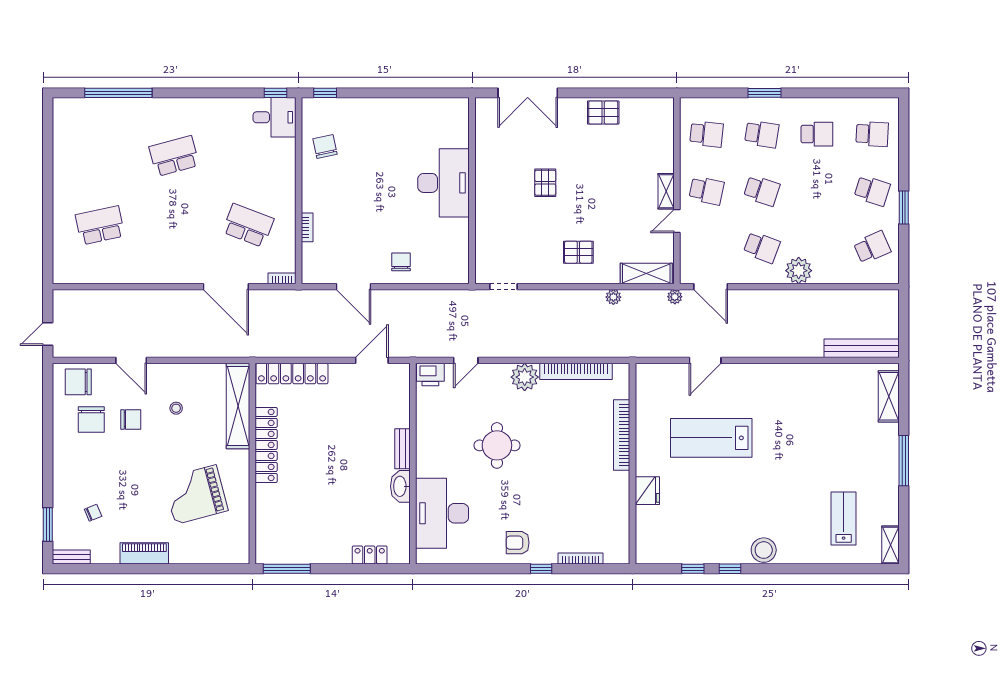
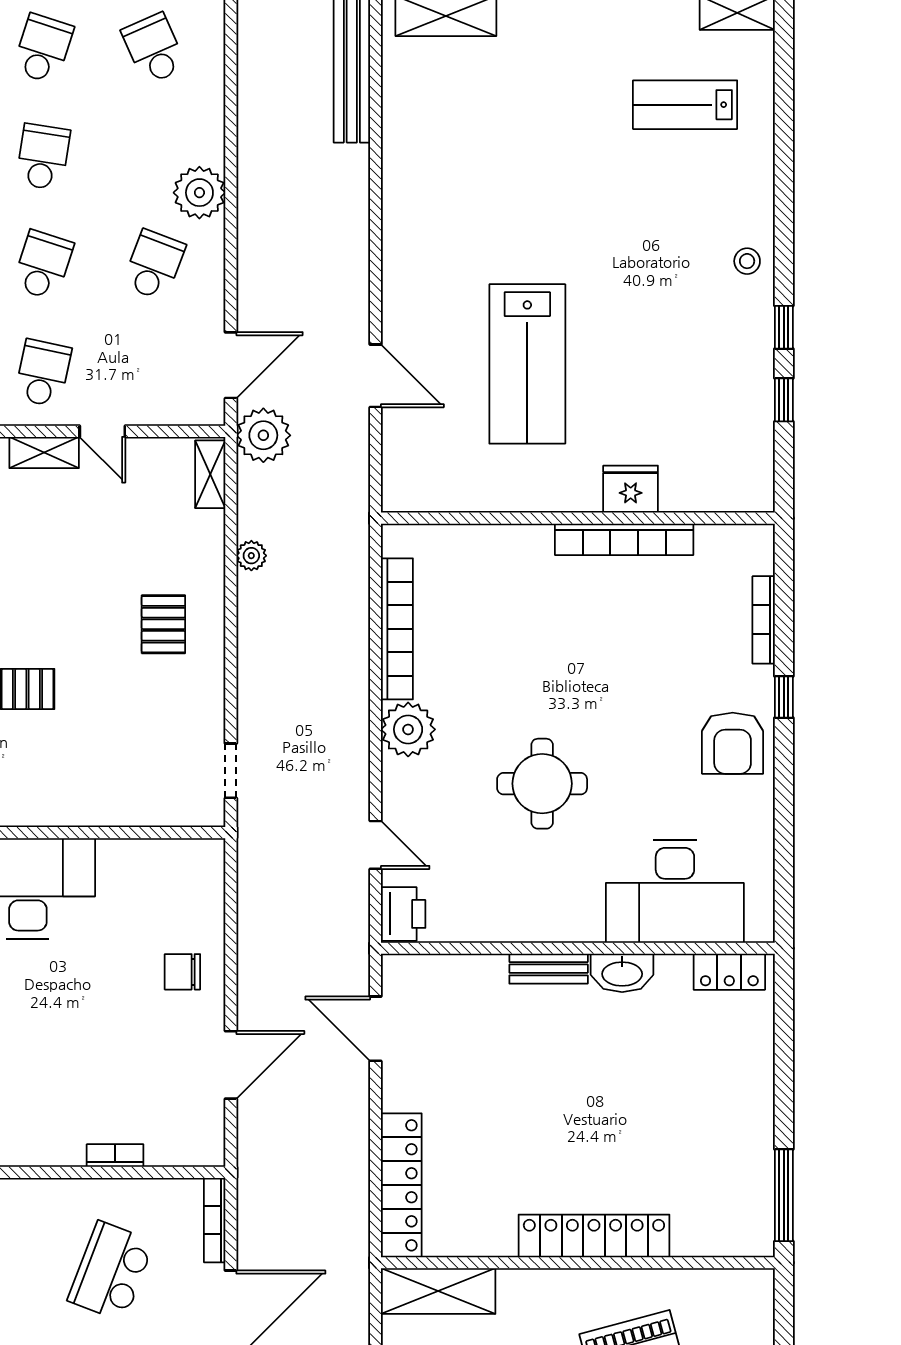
school desk: (817, 191) -> (43, 157), added
shelving: (646, 273) -> (210, 474), width x0.67, depth x0.75
bookcase: (282, 278) -> (215, 1220), width x1.56
plant: (675, 297) -> (263, 435), width x1.88, depth x1.88
shelving: (238, 406) -> (438, 1291), width x0.68
bookcase: (622, 435) -> (624, 539), moved
locker: (266, 445) -> (594, 1236), moved
armchair: (518, 543) -> (733, 743), width x1.38, depth x1.38
stool: (764, 550) -> (747, 261), width x0.53, depth x0.53
locker: (370, 555) -> (729, 972), moved, turned -90

